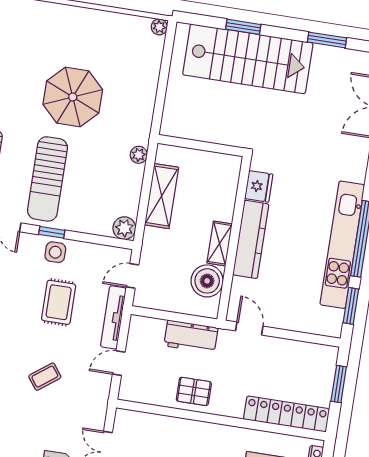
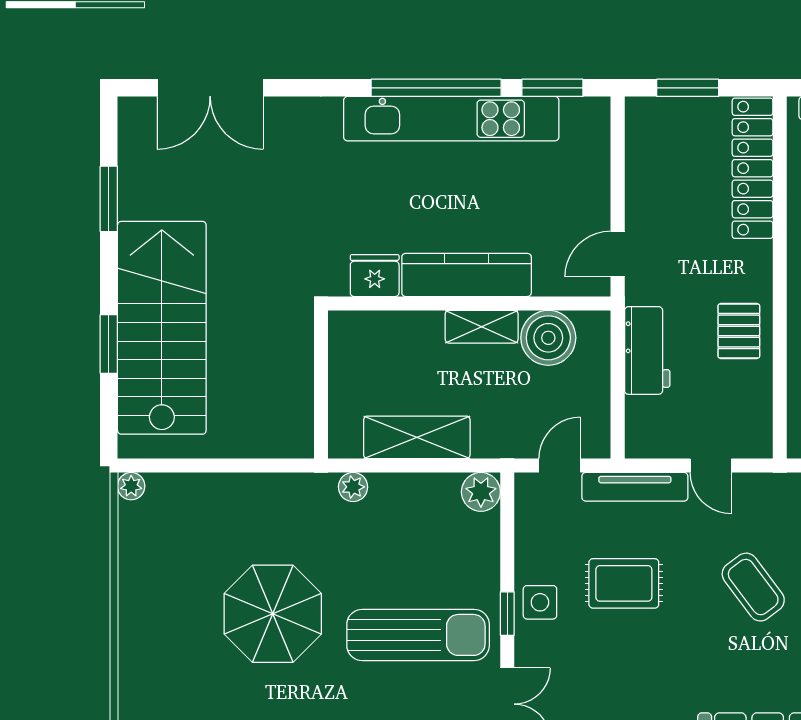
door: (132, 276) -> (560, 466), swing flipped
coffee table: (45, 377) -> (753, 587), width x1.36, depth x1.30

